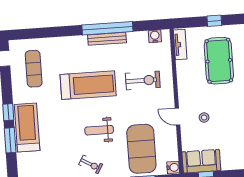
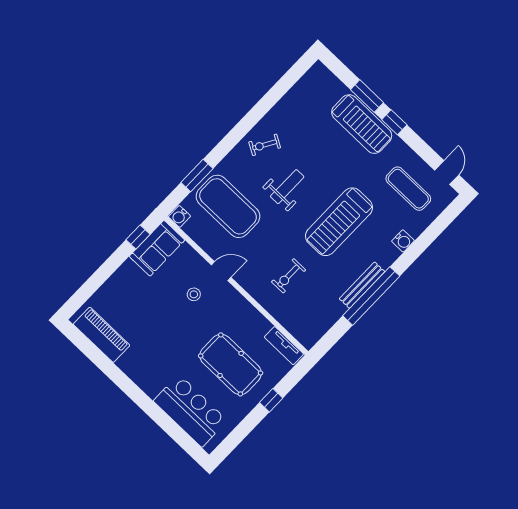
water cooler: (155, 36) -> (403, 241), moved
exercise bike: (143, 80) -> (289, 276), width x0.73, depth x0.72

